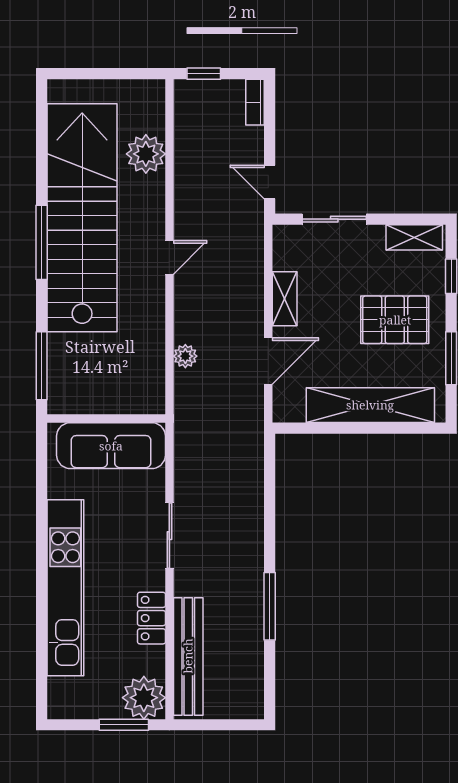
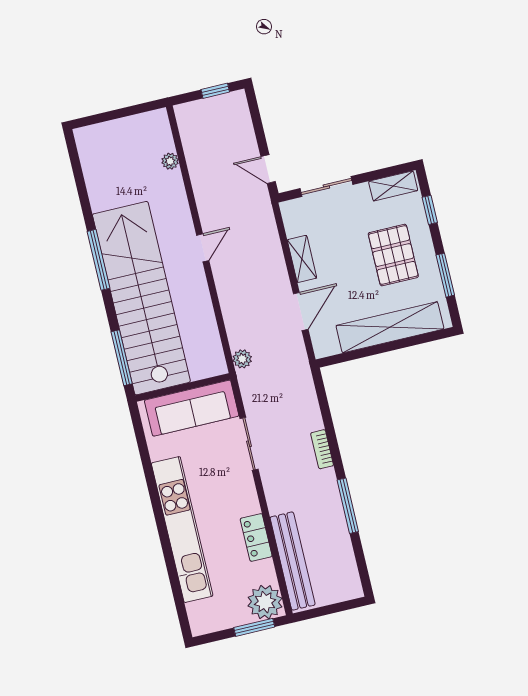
window: (204, 74) -> (215, 91), moved
bookcase: (255, 102) -> (322, 449), moved
plant: (146, 154) -> (170, 161), width x0.53, depth x0.53
stairs: (82, 218) -> (141, 298), moved
pallet: (395, 320) -> (393, 255), turned 90
plant: (185, 356) -> (242, 359), moved
sliding door: (169, 536) -> (249, 444), moved

